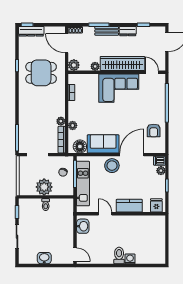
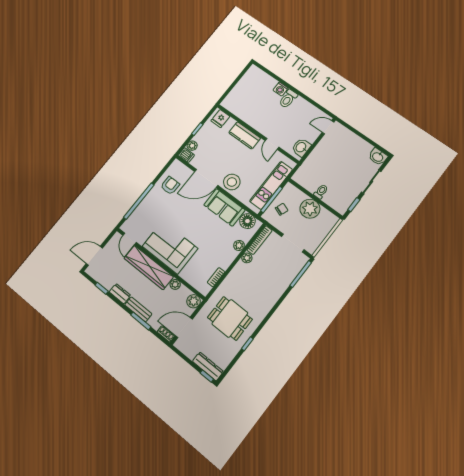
door: (67, 43) -> (184, 327), swing flipped
door: (75, 255) -> (328, 127), hinge flipped
washbasin: (44, 258) -> (378, 157), moved

